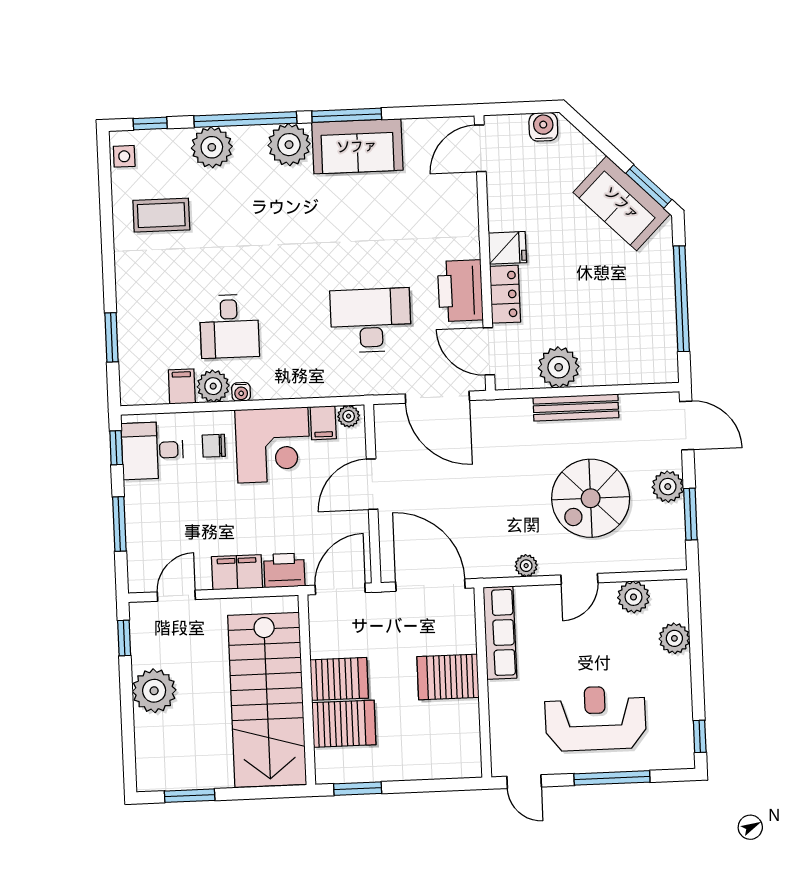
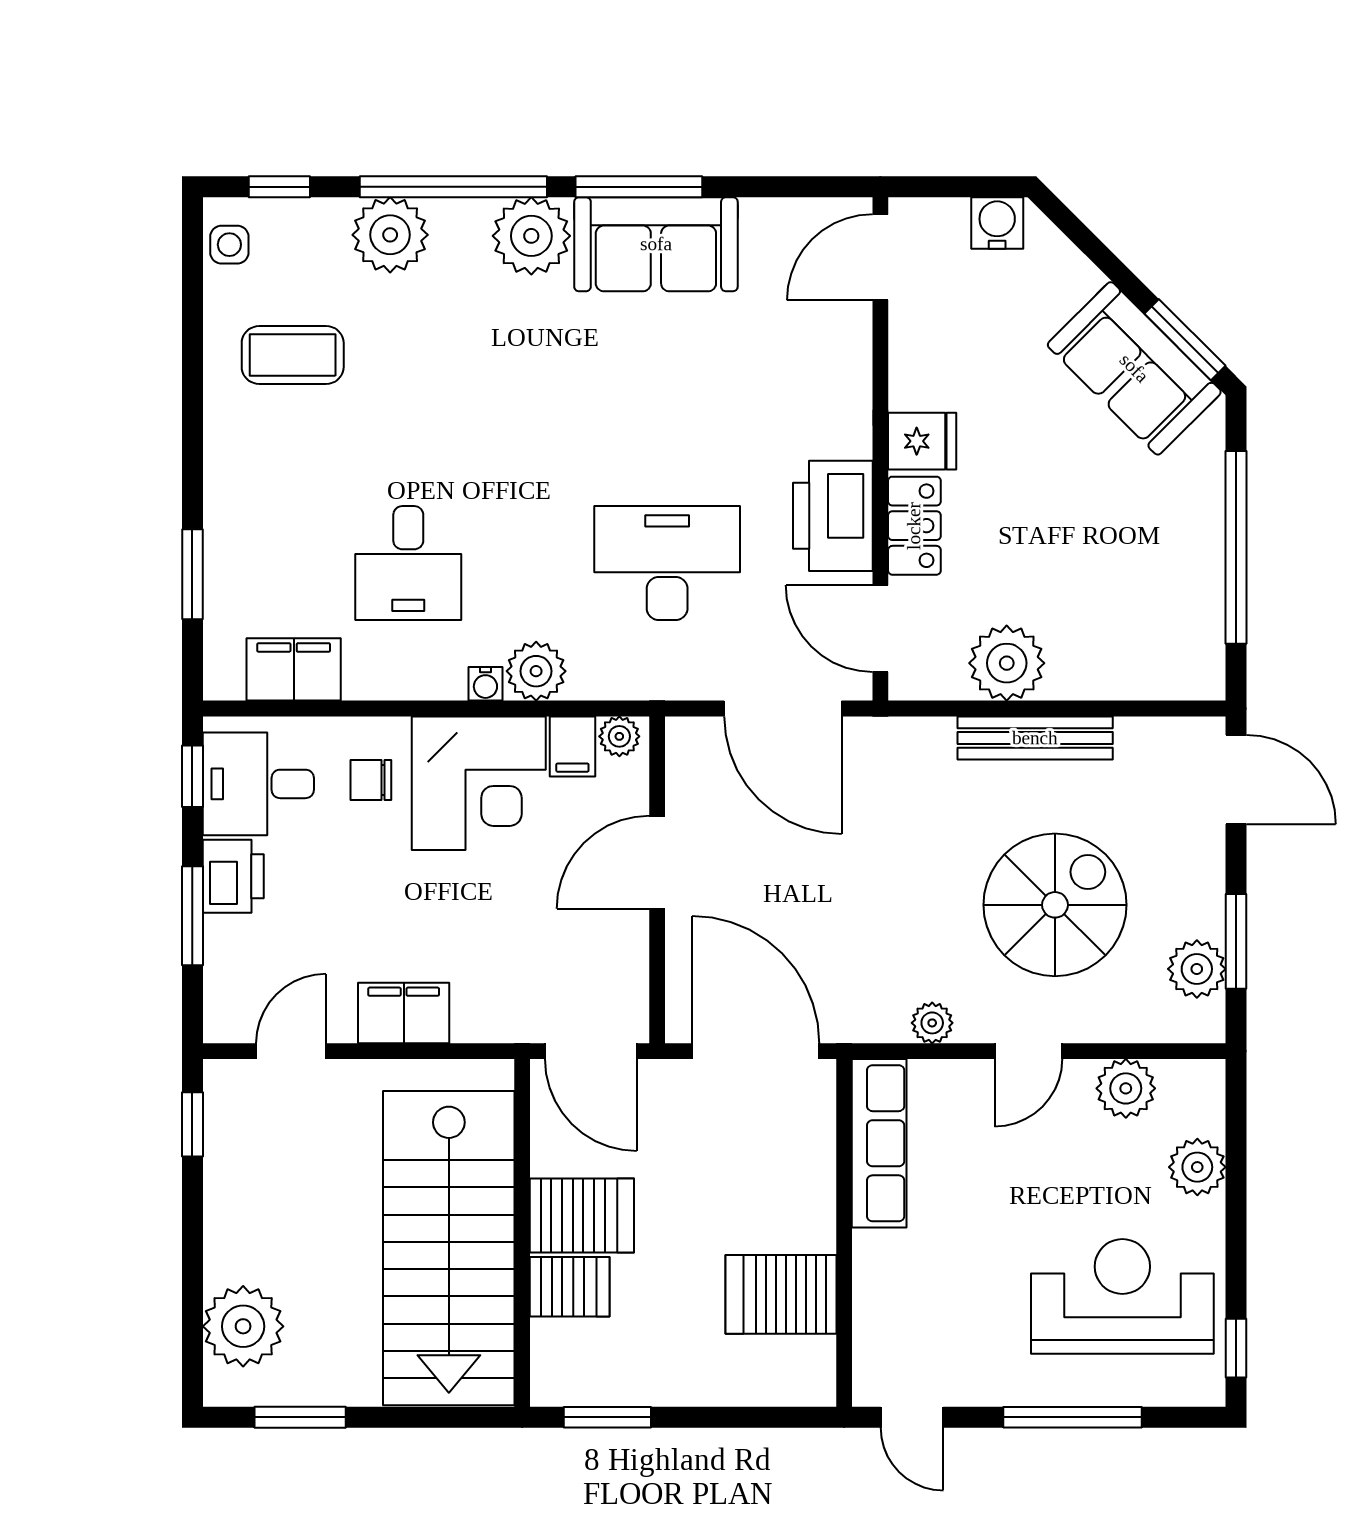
filing cabinet: (182, 386) -> (294, 669), width x2.00
plant: (213, 386) -> (536, 671), moved
water cooler: (241, 392) -> (485, 684), moved
plant: (668, 487) -> (1197, 969), moved
spiral stairs: (591, 498) -> (1055, 905), turned 180
printer: (284, 570) -> (233, 876), moved, turned 90
door: (340, 589) -> (591, 1051), swing flipped
server rack: (448, 677) -> (781, 1294), moved
plant: (154, 691) -> (243, 1326), moved
reception desk: (595, 718) -> (1122, 1296), moved
server rack: (344, 724) -> (570, 1287), width x0.73, depth x0.70

